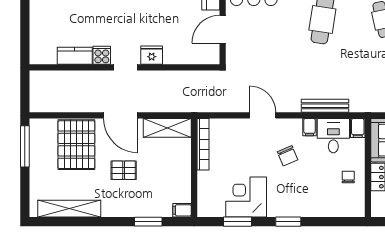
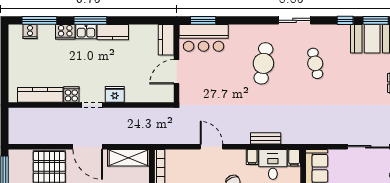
kitchen counter: (75, 56) -> (40, 95), width x1.50
bench: (325, 106) -> (266, 138), width x0.73

